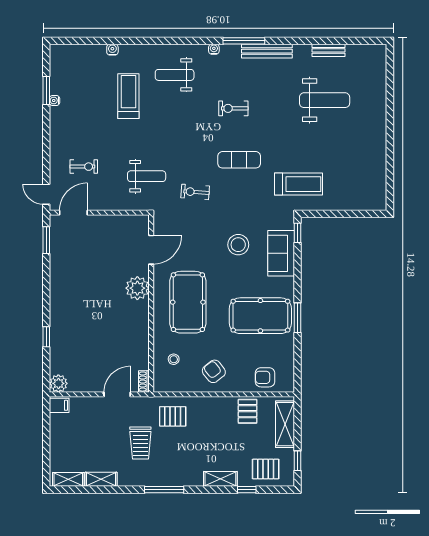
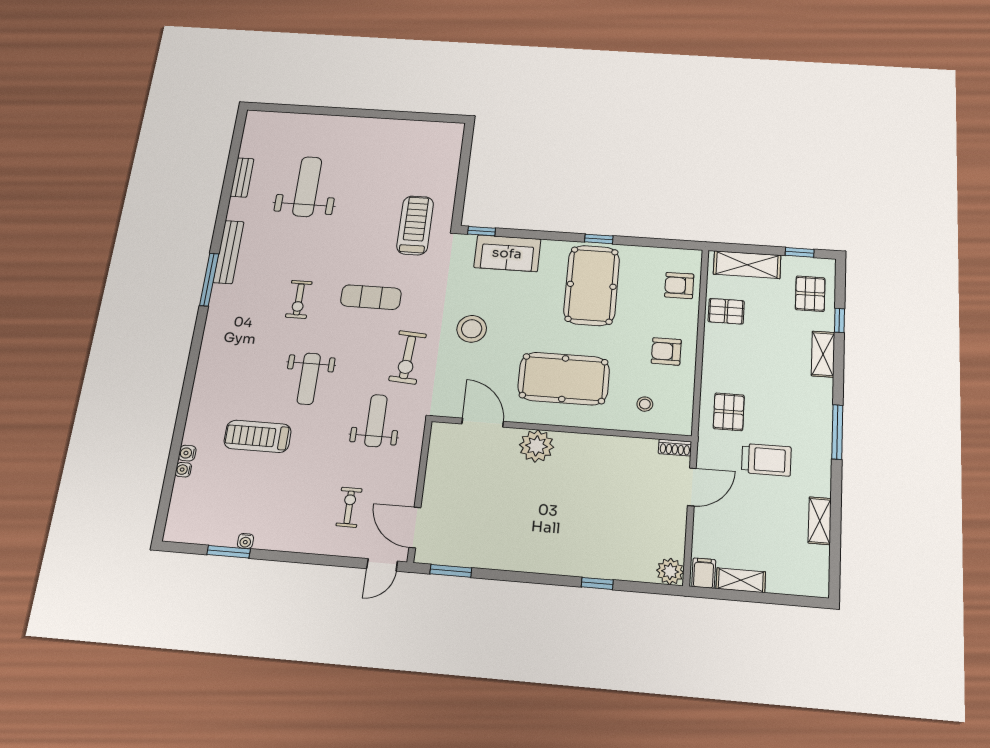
water cooler: (214, 49) -> (183, 470), moved
weight bench: (175, 75) -> (309, 379), moved
exercise mat: (239, 160) -> (371, 297), turned 90
exercise bike: (195, 192) -> (408, 357), width x1.38, depth x1.39
stool: (238, 245) -> (472, 329), moved
window: (297, 318) -> (599, 239), width x0.67
armchair: (214, 371) -> (666, 351), turned 38
armchair: (265, 377) -> (679, 285), turned 90
door: (117, 394) -> (692, 487), swing flipped
shelving: (68, 479) -> (741, 580), moved, turned 90

